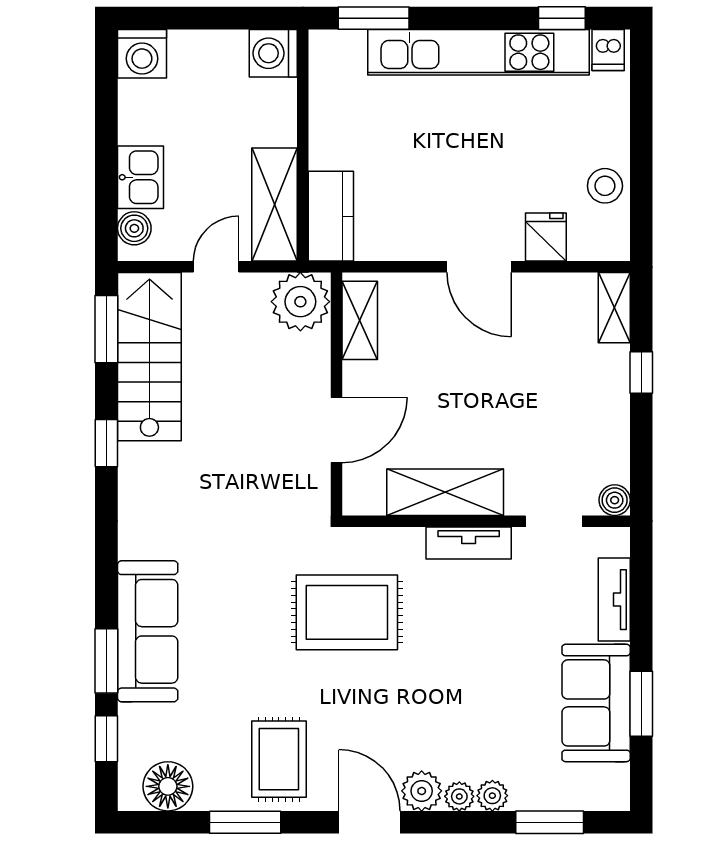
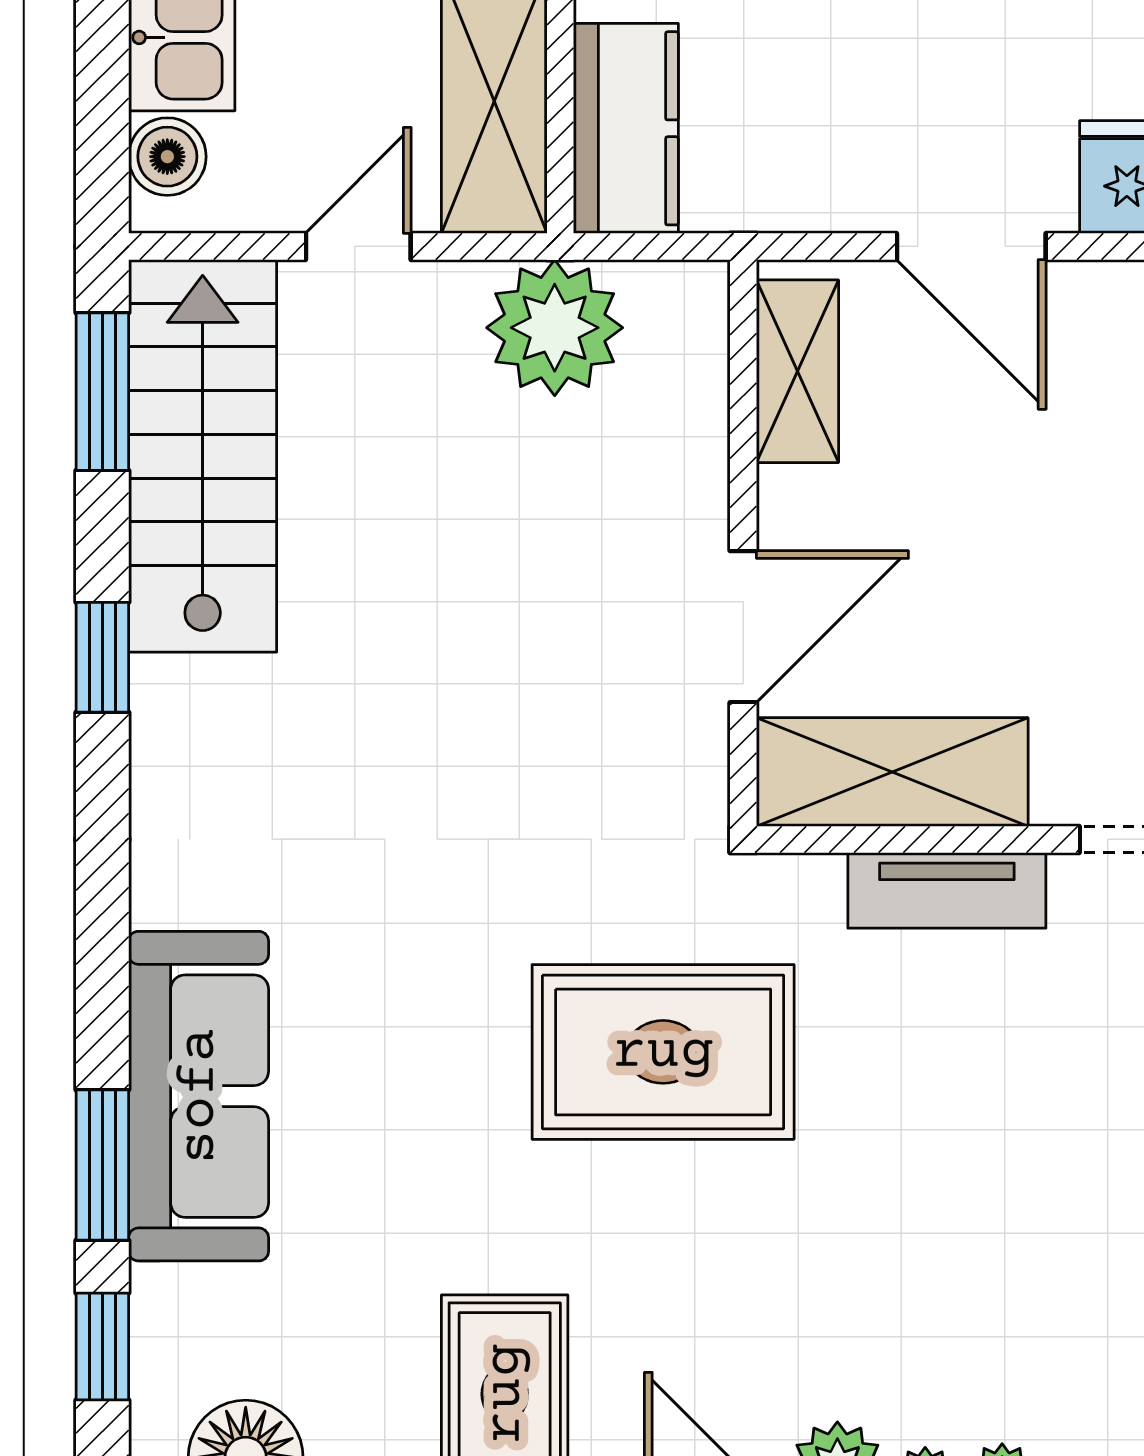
shelving: (360, 320) -> (797, 371), moved
wall: (336, 394) -> (743, 543), moved
door: (336, 430) -> (743, 627), moved

